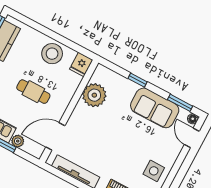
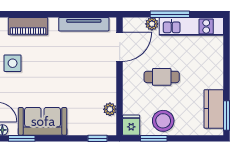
window: (68, 43) -> (154, 138), added
window: (137, 80) -> (97, 138), moved
plant: (94, 95) -> (110, 109), width x0.53, depth x0.53

